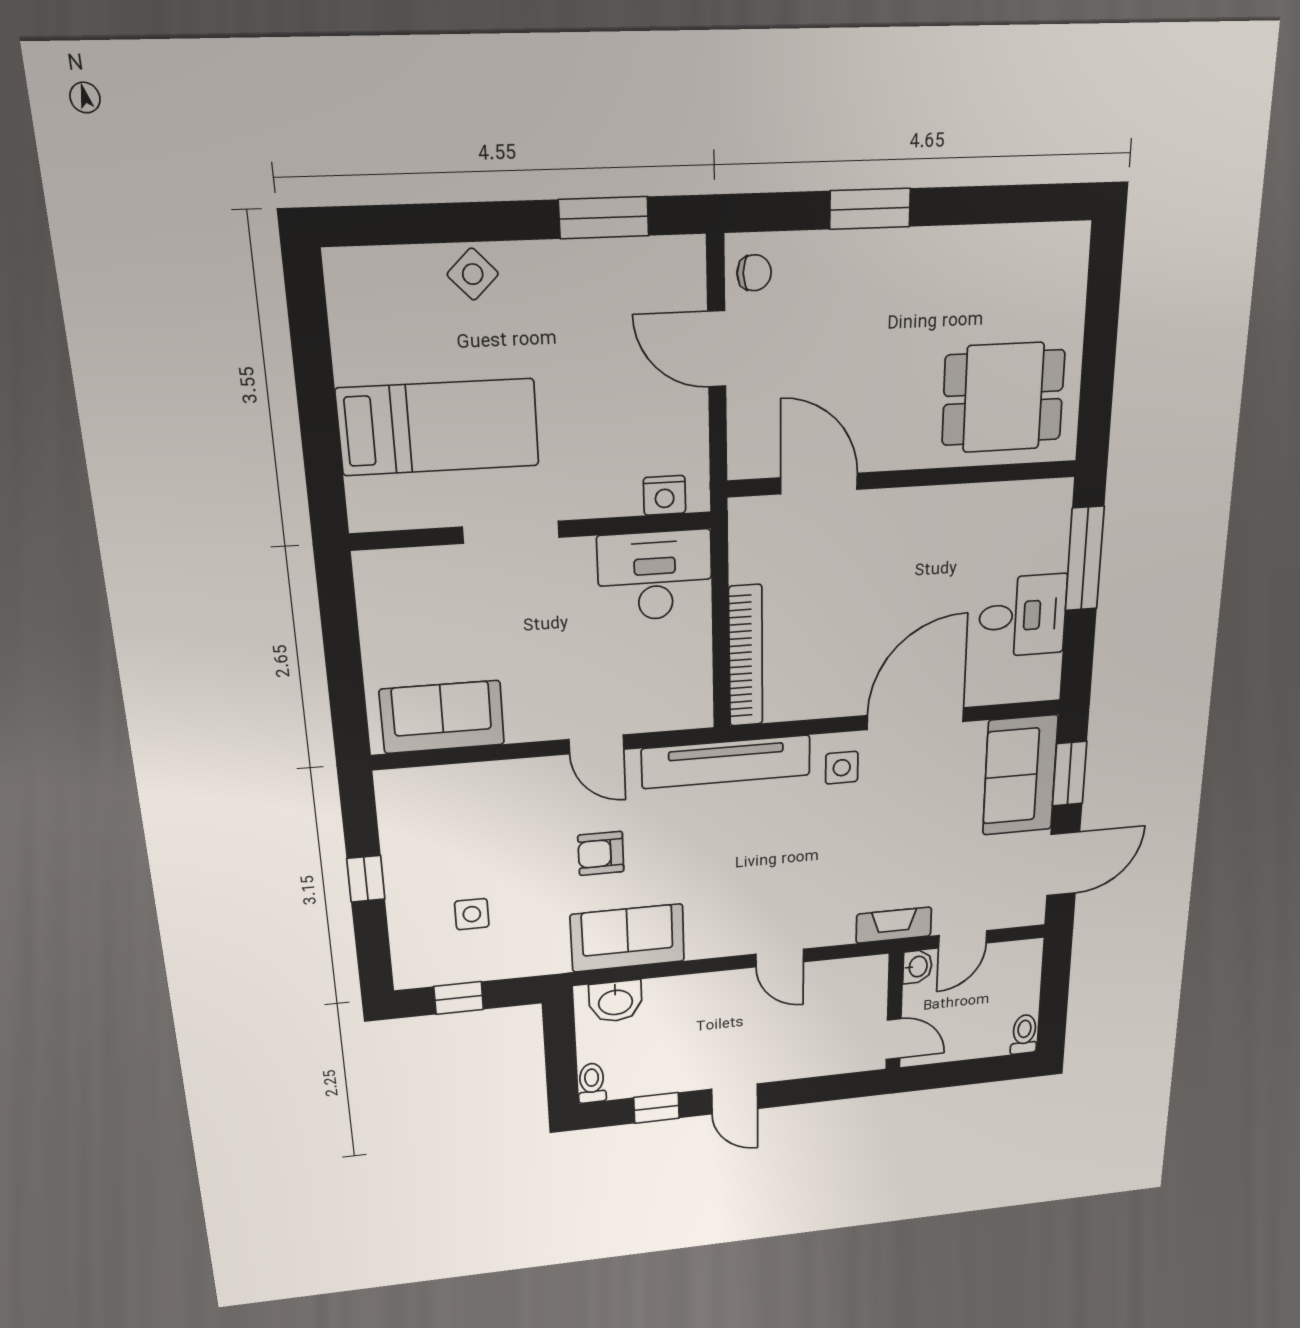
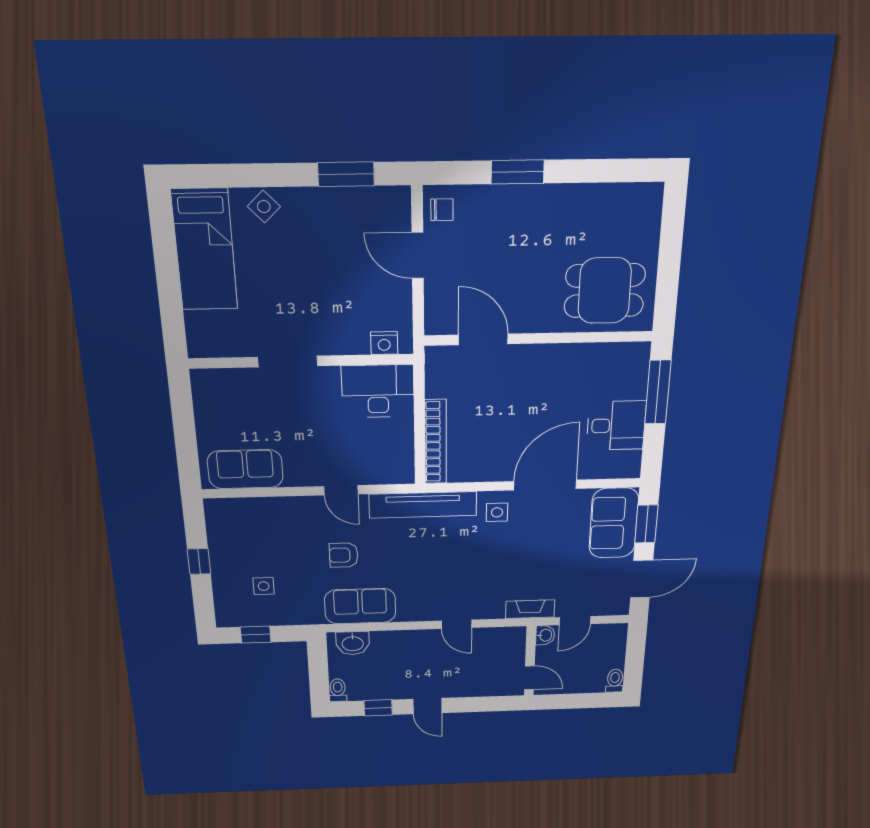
bed: (438, 427) -> (205, 250), moved, turned 90

